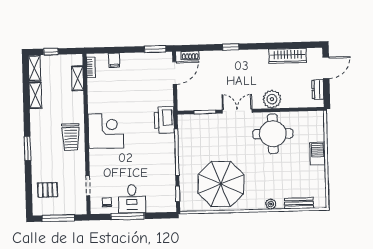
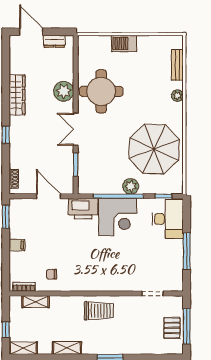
wardrobe: (288, 56) -> (17, 95), moved
filing cabinet: (114, 60) -> (17, 245), moved
door: (175, 73) -> (49, 196), moved
shelving: (35, 95) -> (67, 348), moved
corner desk: (106, 131) -> (118, 217), moved, turned 180
plant: (186, 163) -> (131, 186), added
pallet: (48, 190) -> (172, 328), moved
desk: (132, 199) -> (168, 219), moved, width x1.37
chair: (107, 202) -> (52, 274), moved

